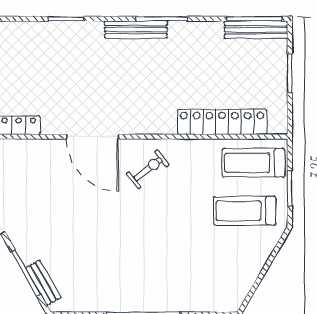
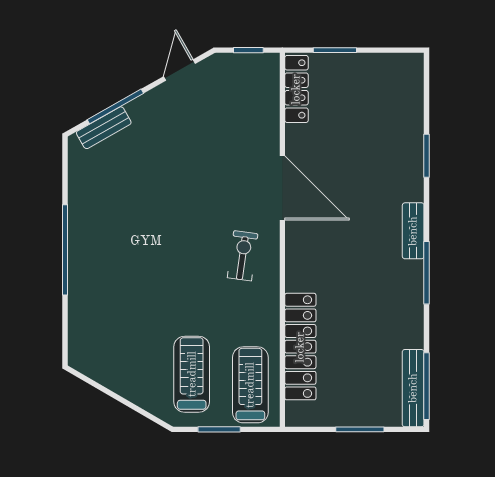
bench: (136, 30) -> (413, 231), width x0.73
door: (93, 137) -> (282, 188), swing flipped
exercise bike: (148, 169) -> (243, 256), turned -134

